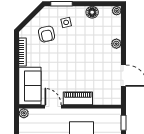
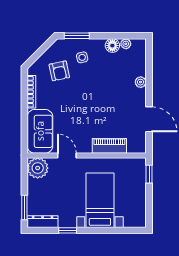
plant: (117, 11) -> (126, 44), moved
piano: (78, 98) -> (109, 146), moved
plant: (24, 113) -> (38, 168), width x1.87, depth x1.87

